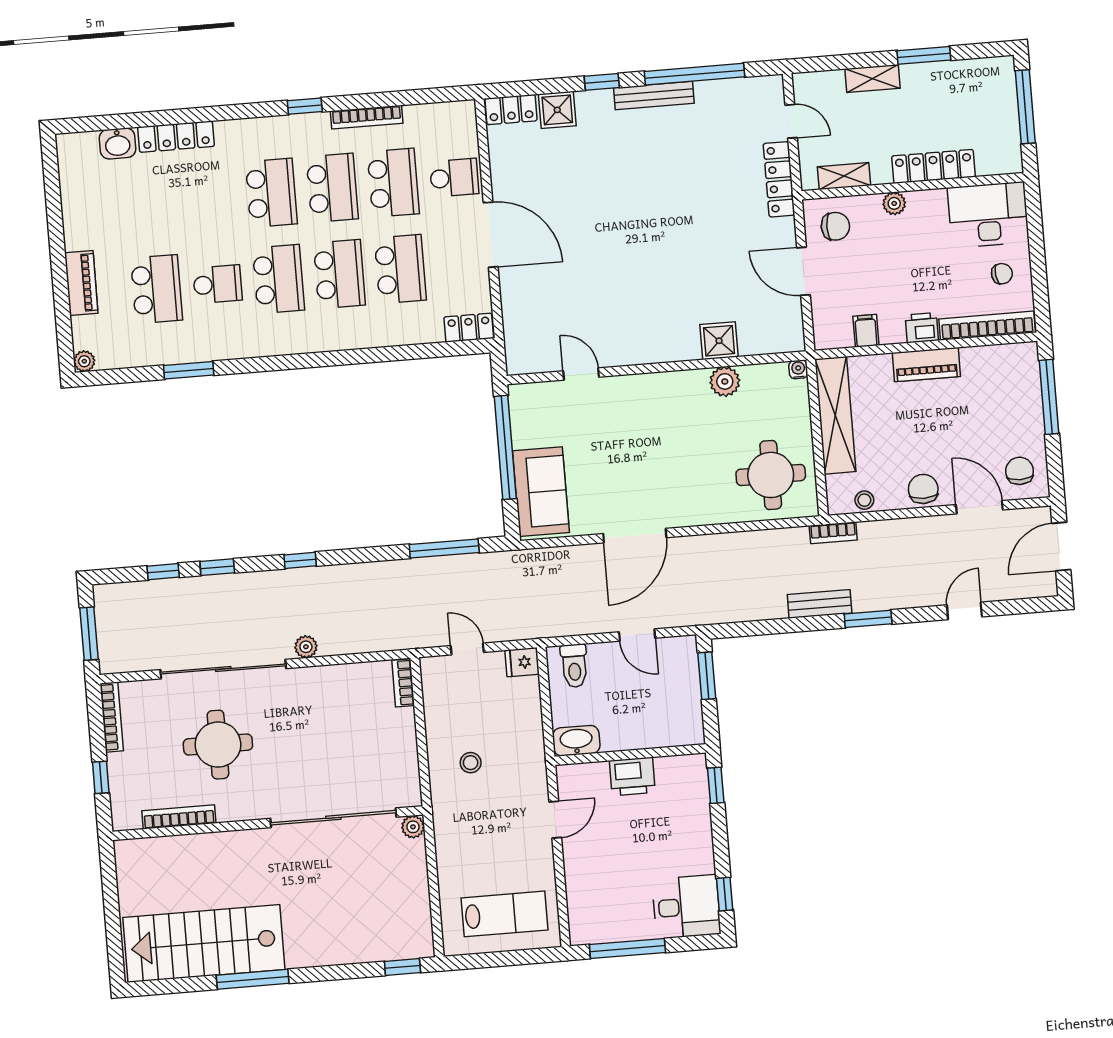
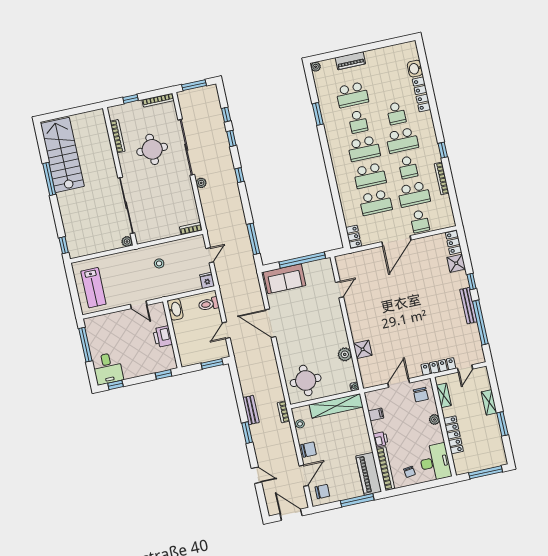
school desk: (332, 188) -> (408, 167), width x0.54
school desk: (210, 198) -> (396, 113), added
piano: (926, 365) -> (369, 474), moved, width x1.37, depth x1.33

